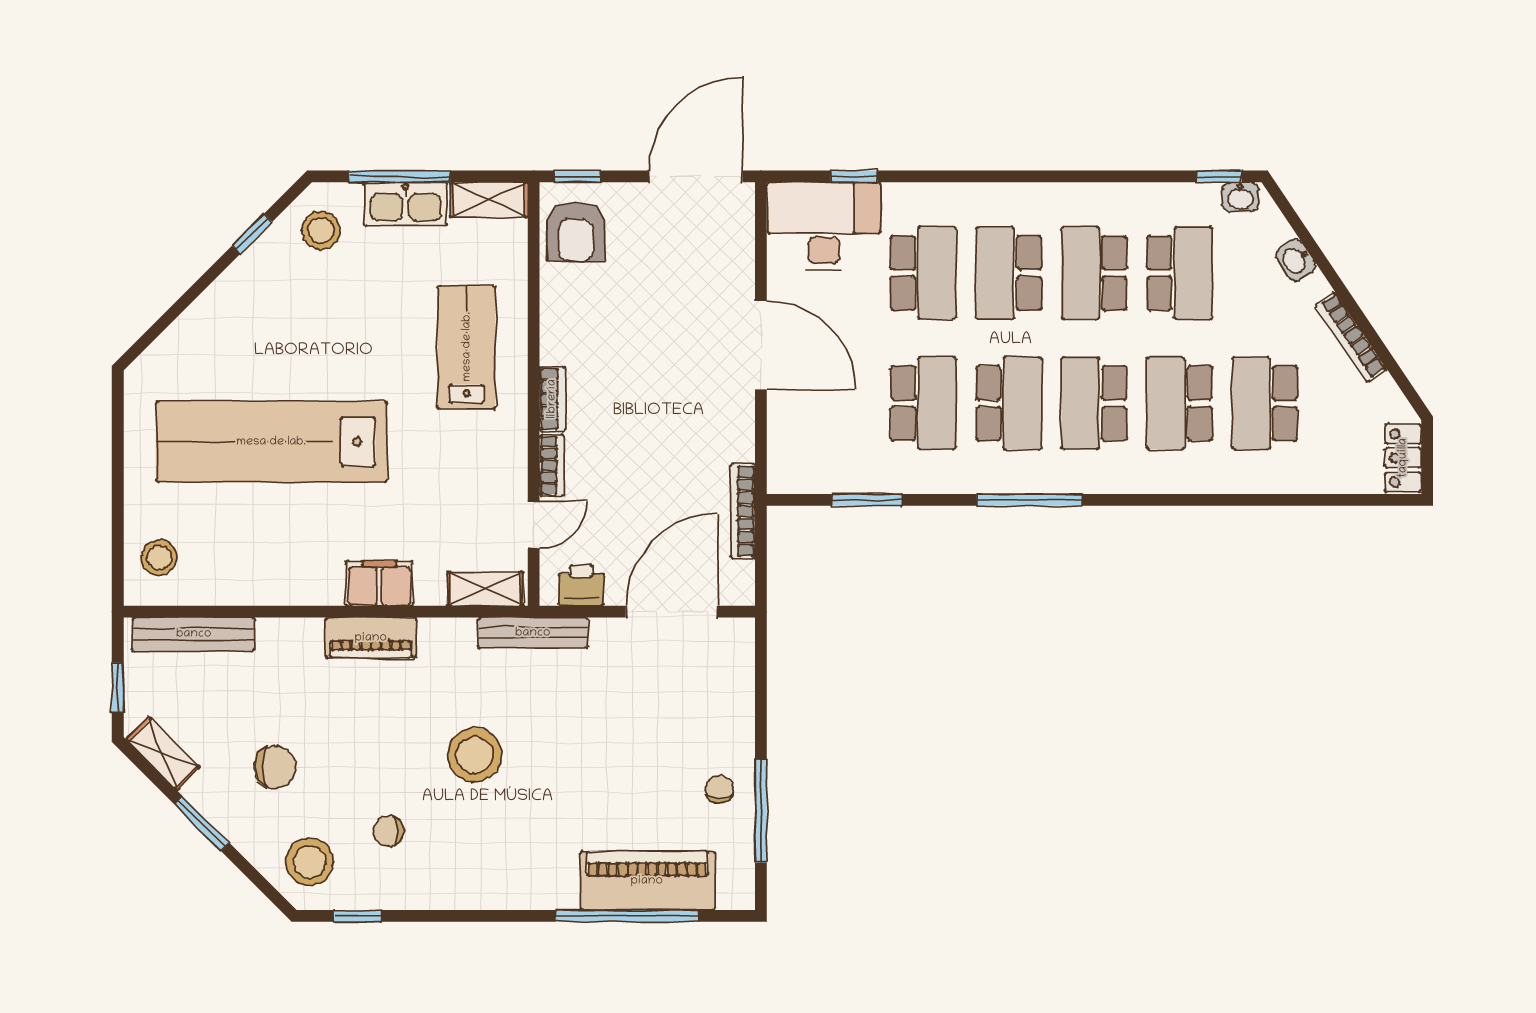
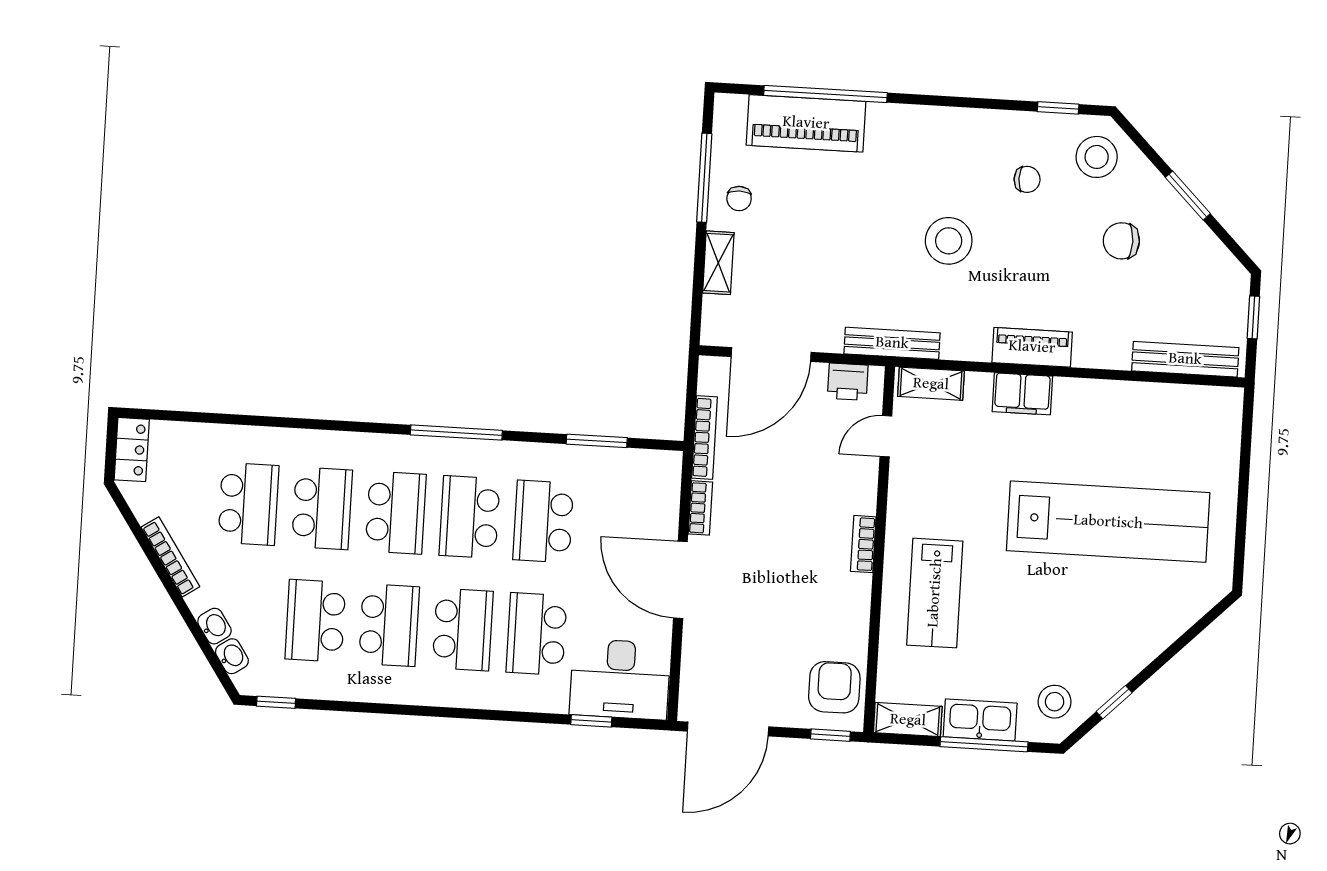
washbasin: (1240, 197) -> (232, 656), moved, turned 56
bookcase: (552, 465) -> (700, 508), moved, turned 180
stool: (159, 558) -> (1211, 427), removed
shelving: (163, 754) -> (718, 263), moved, turned 45

